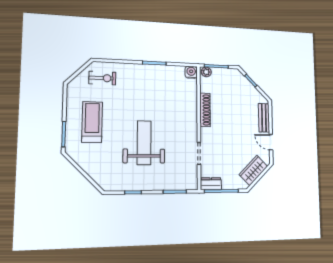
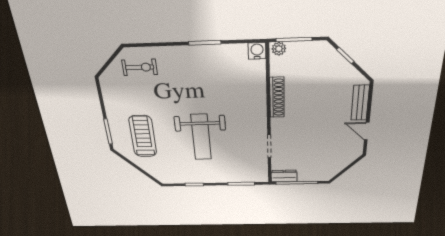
treadmill: (92, 122) -> (143, 136), moved
weight bench: (144, 143) -> (201, 137), turned 180
wardrobe: (253, 170) -> (339, 162), removed

